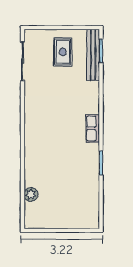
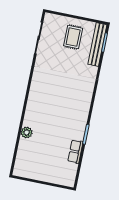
row of seats: (93, 128) -> (75, 152), moved
plant: (31, 194) -> (27, 132), moved

